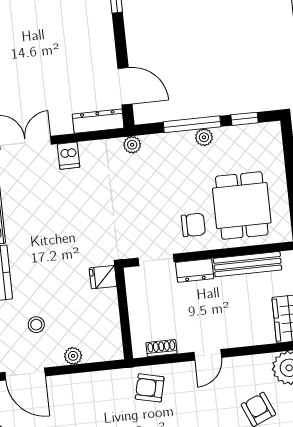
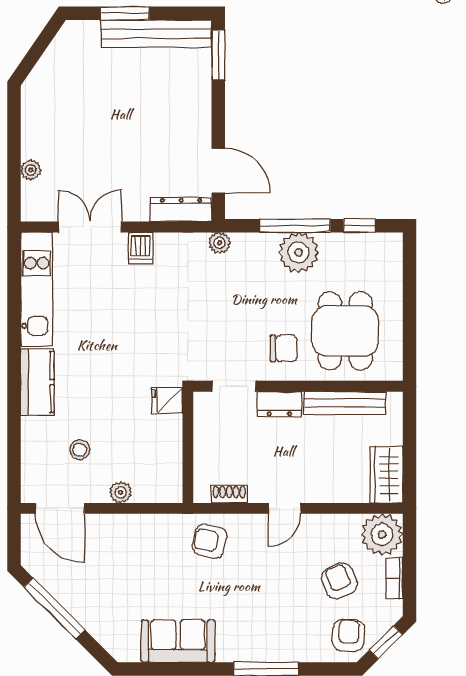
plant: (204, 137) -> (298, 252), width x1.87, depth x1.87

